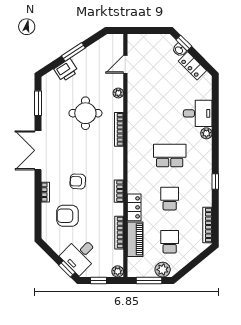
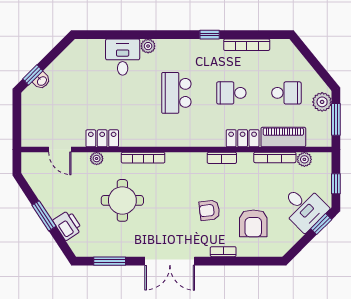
locker: (192, 66) -> (102, 138), moved, turned -135
armchair: (78, 181) -> (209, 210), turned 80
bookcase: (207, 225) -> (247, 45), moved
school desk: (170, 242) -> (286, 93), turned 180
plant: (118, 271) -> (304, 159), moved

